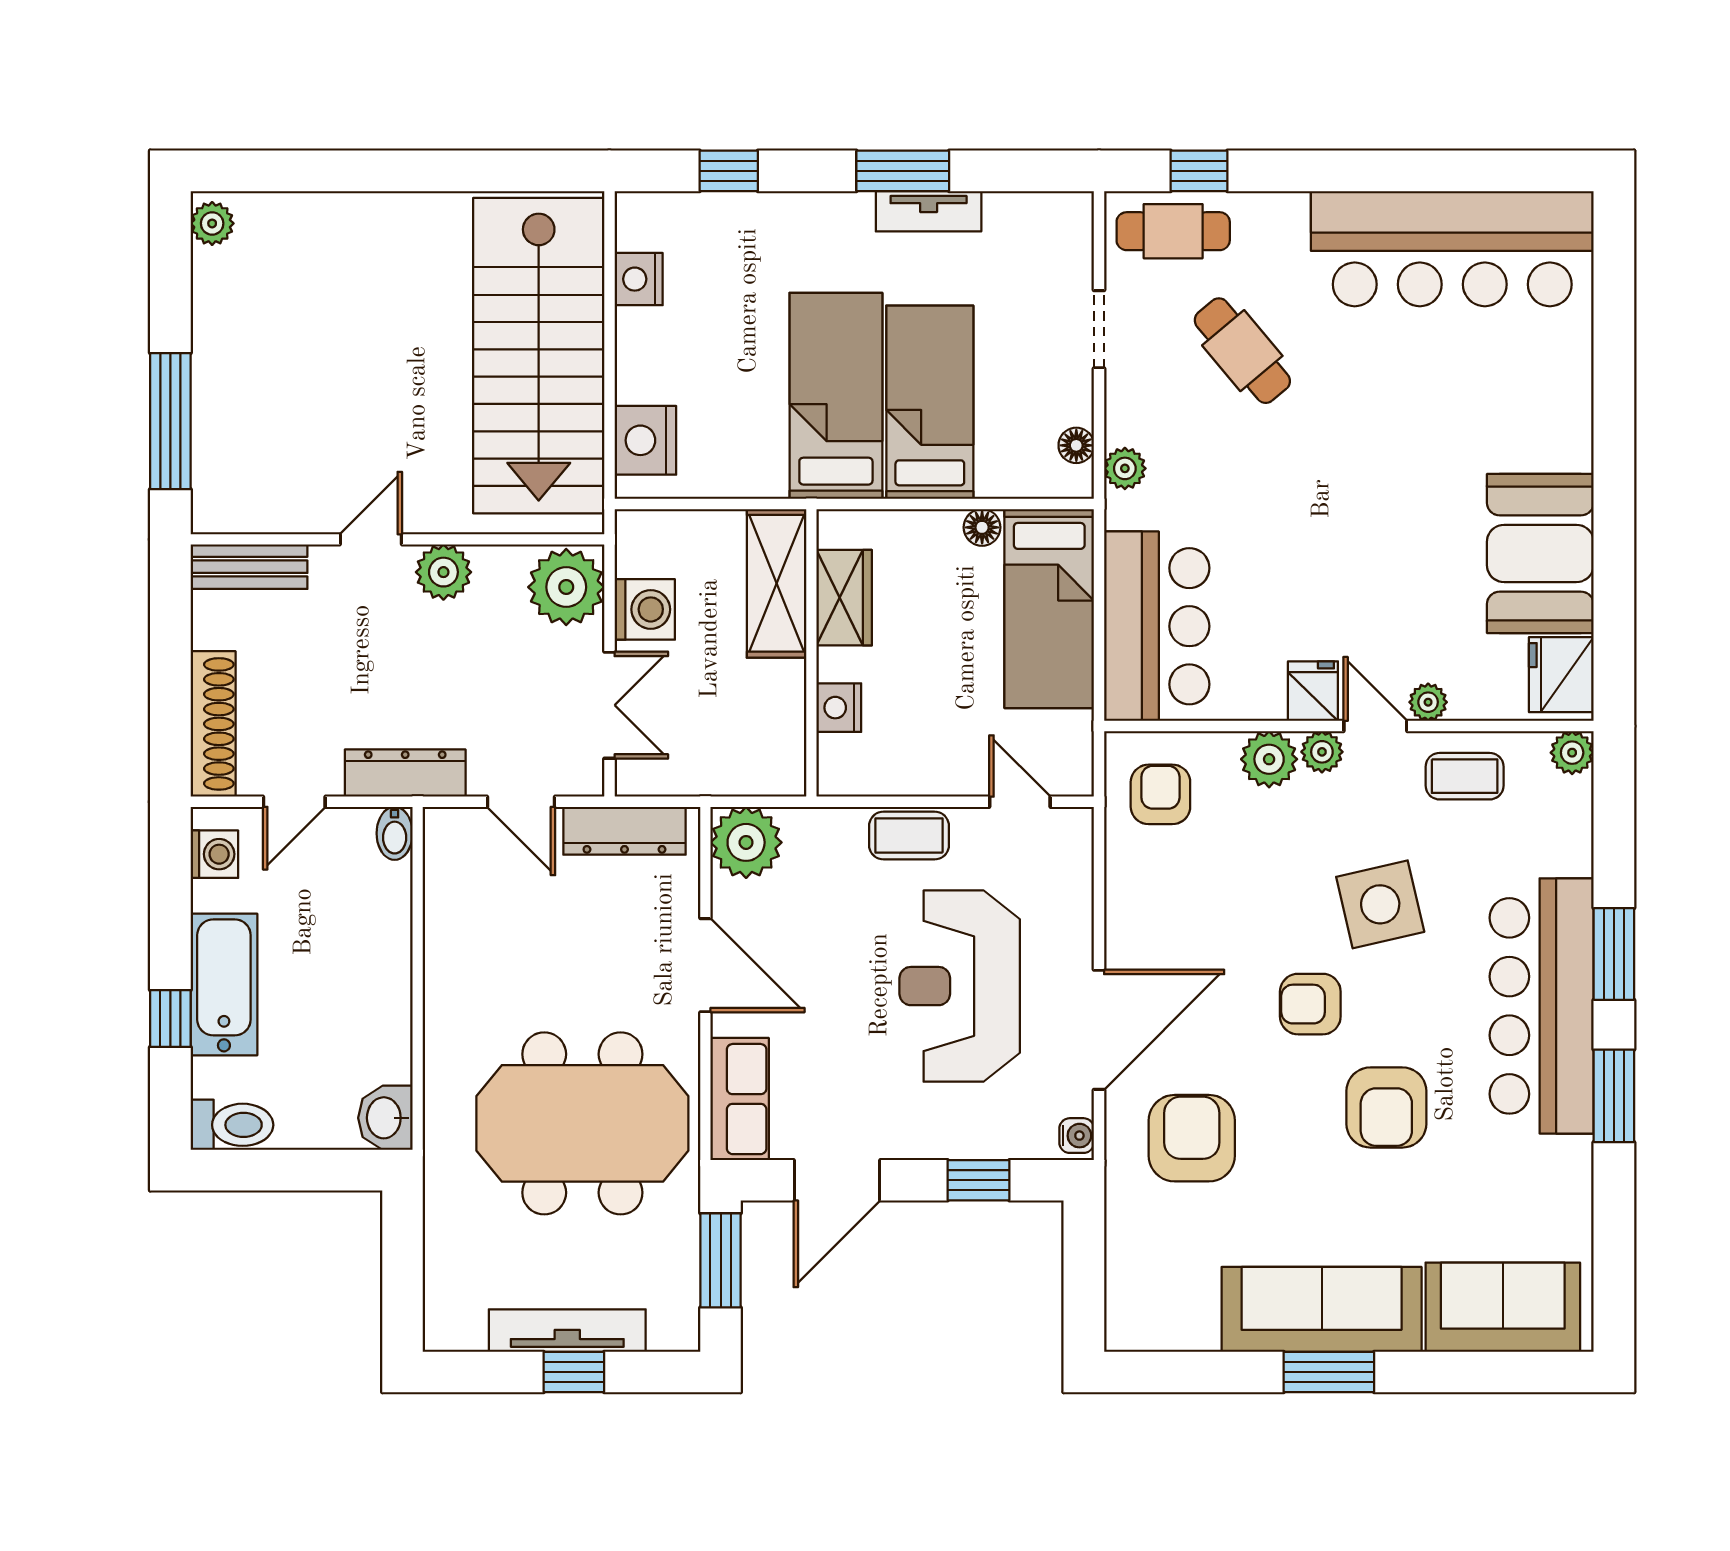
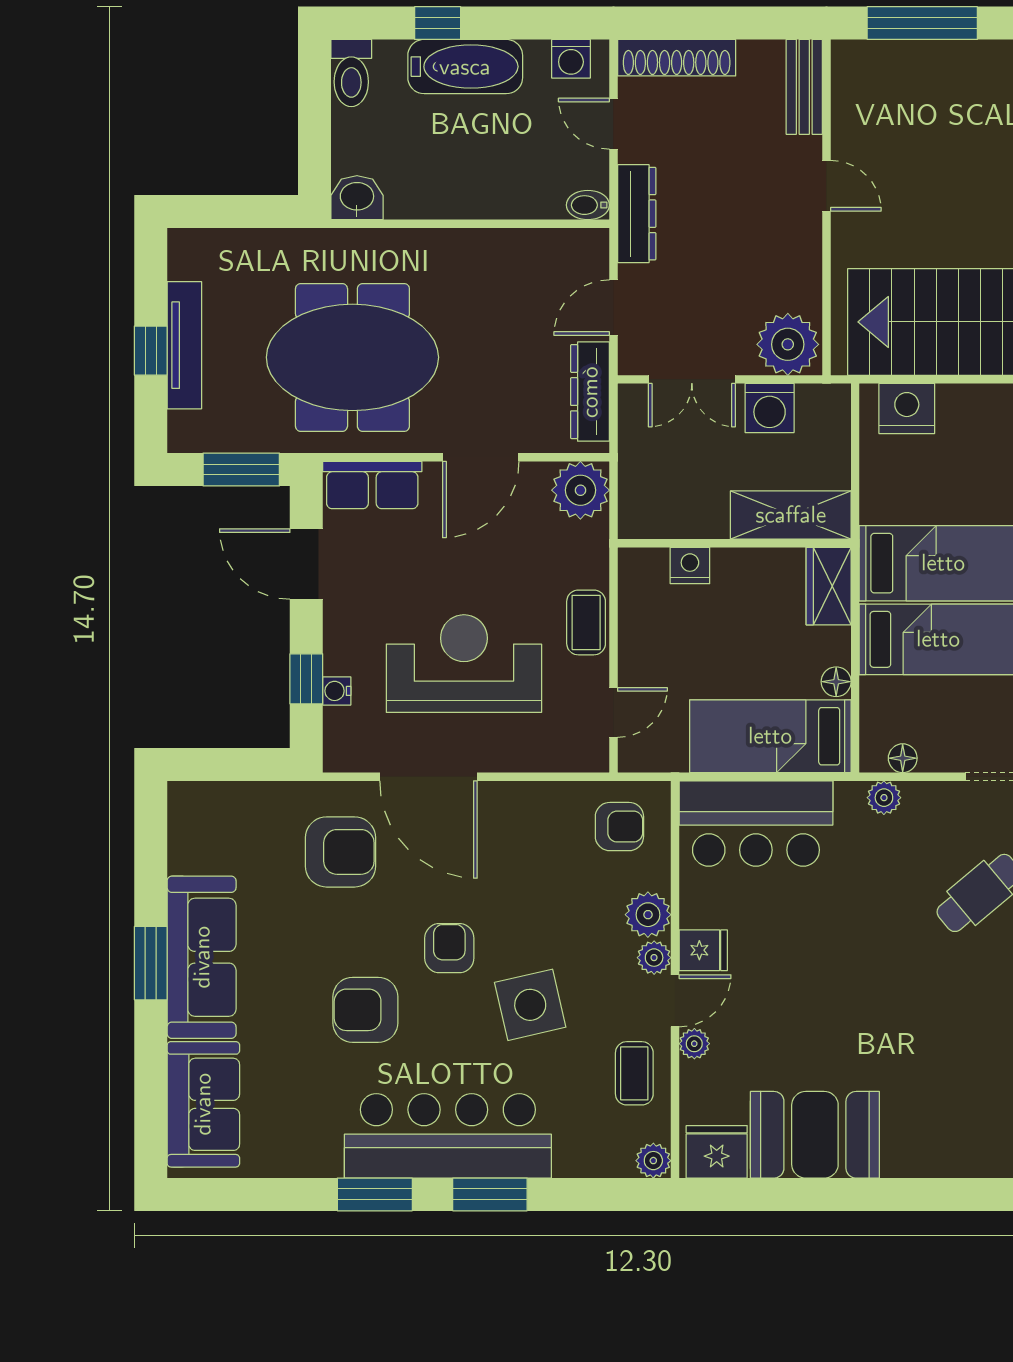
plant: (443, 572) -> (800, 245), removed
wardrobe: (844, 598) -> (829, 586), moved, turned 90
meeting table: (582, 1123) -> (352, 357), turned 90
water cooler: (1077, 1136) -> (337, 691), moved, turned 90

